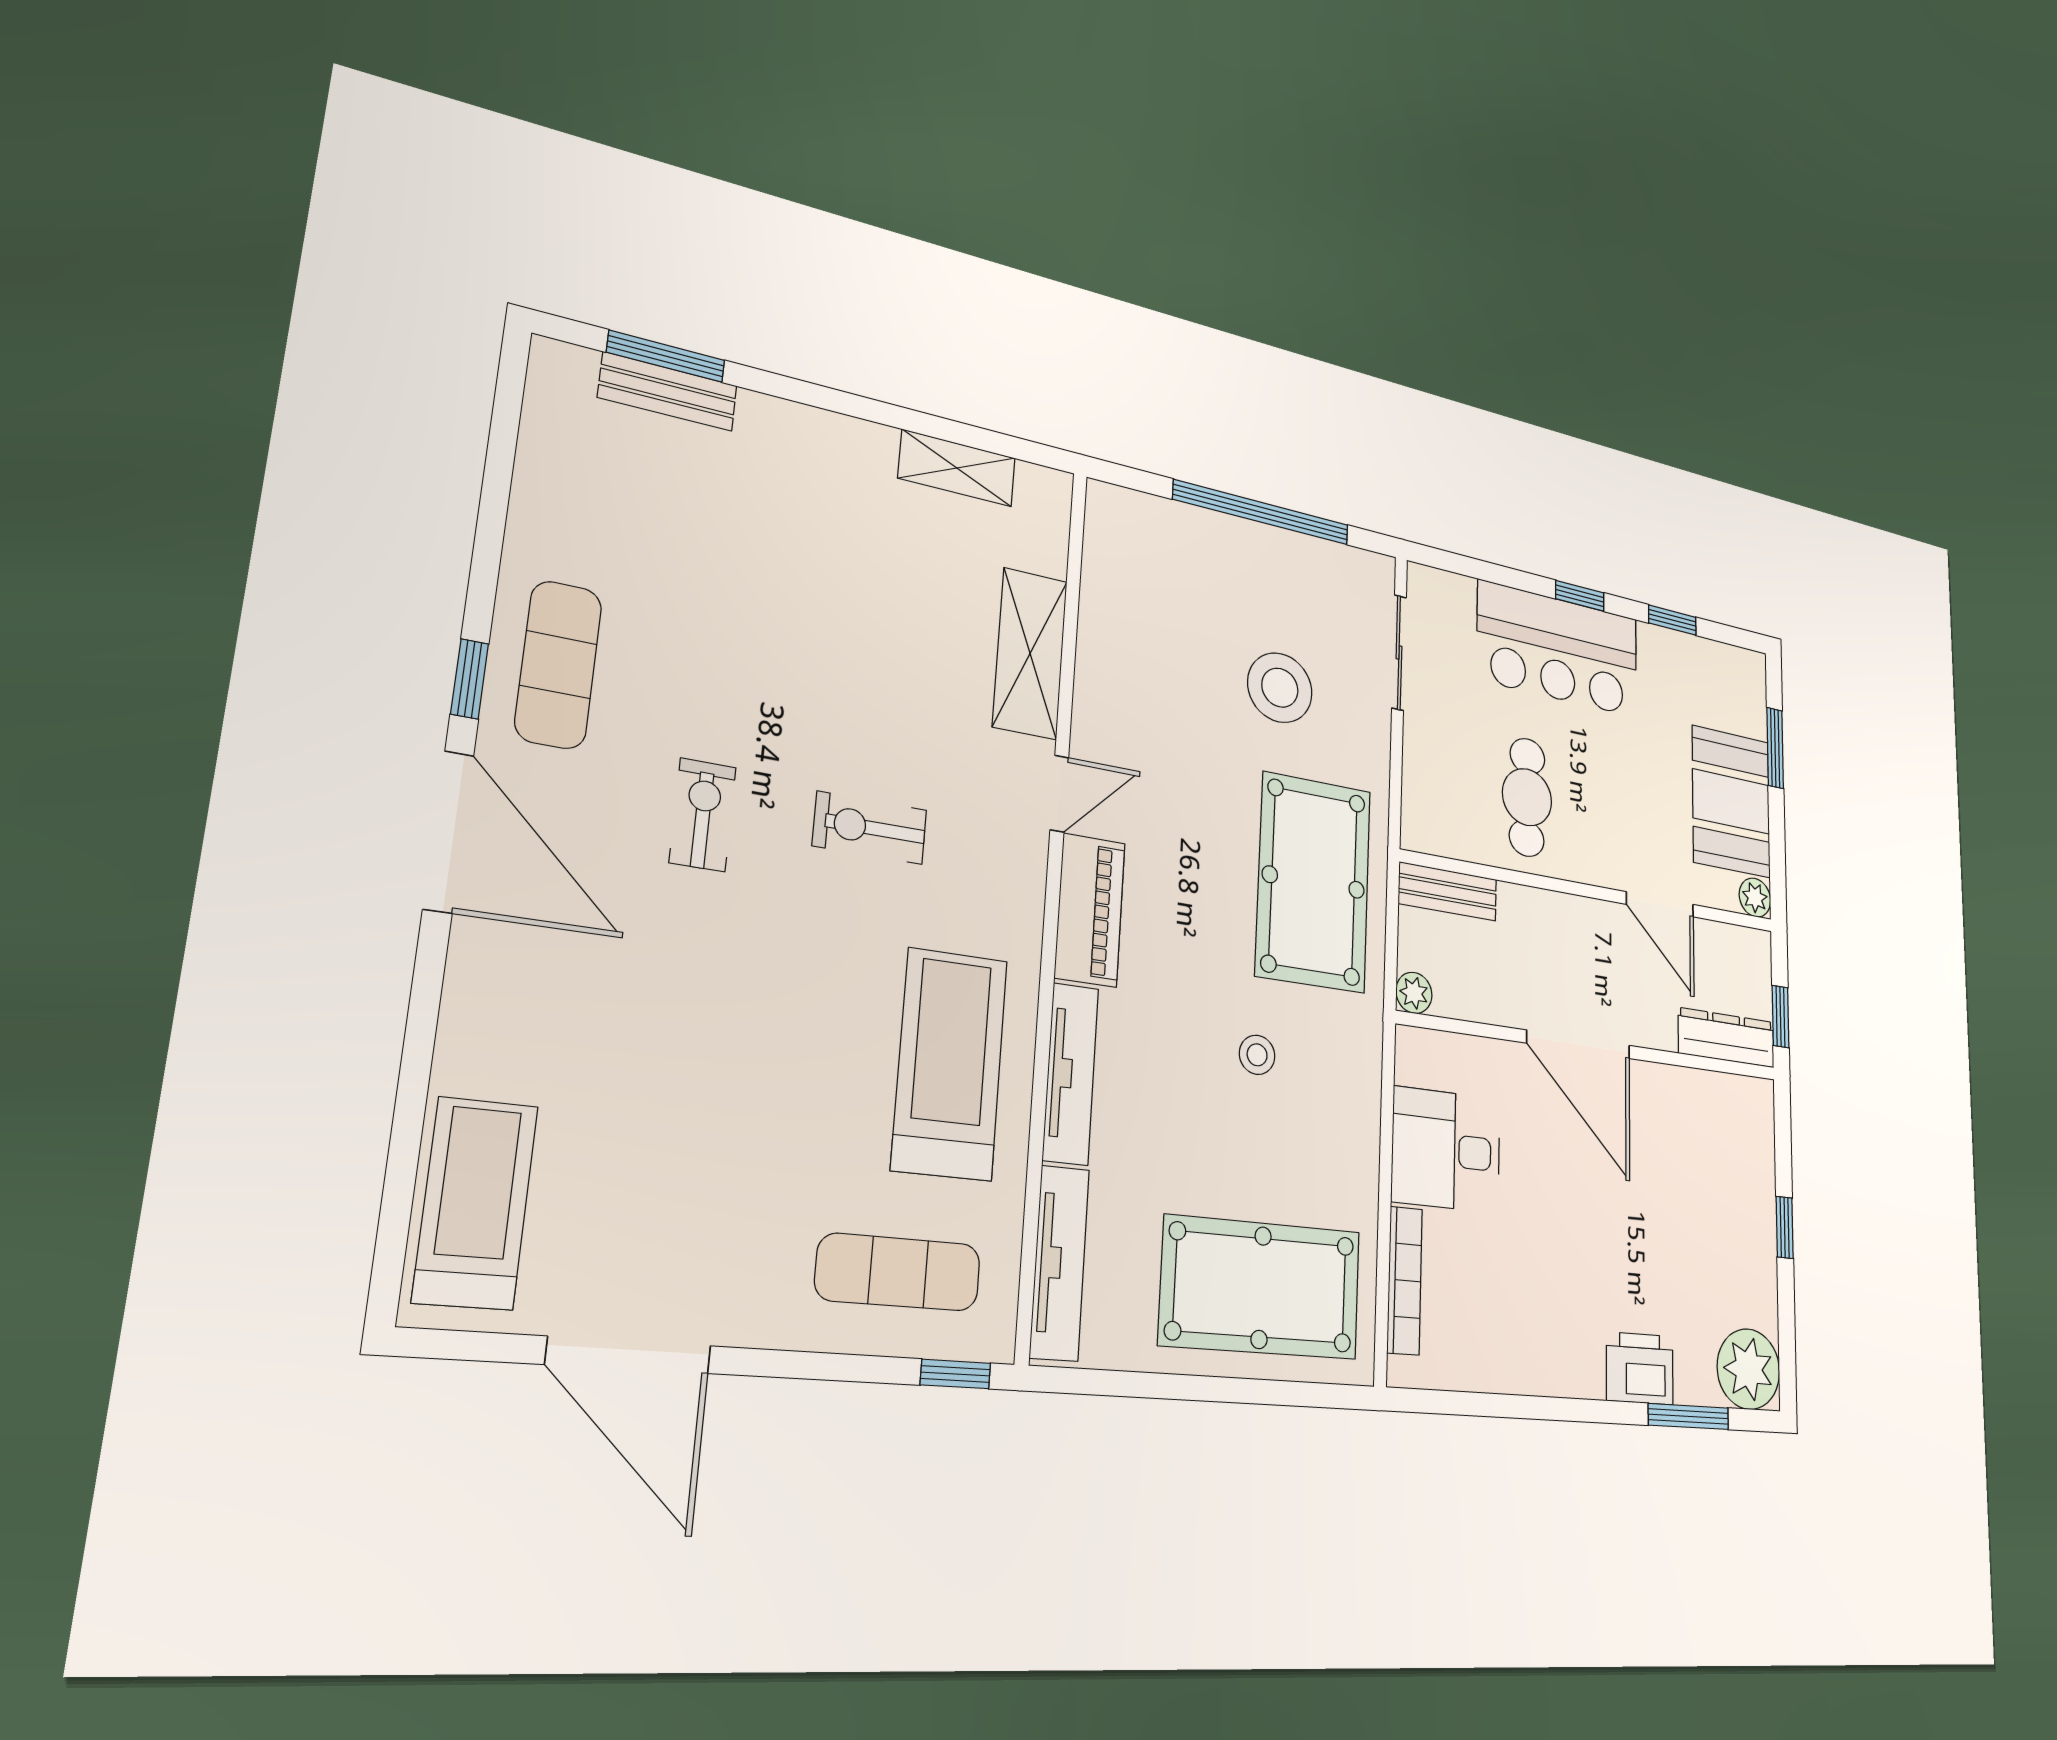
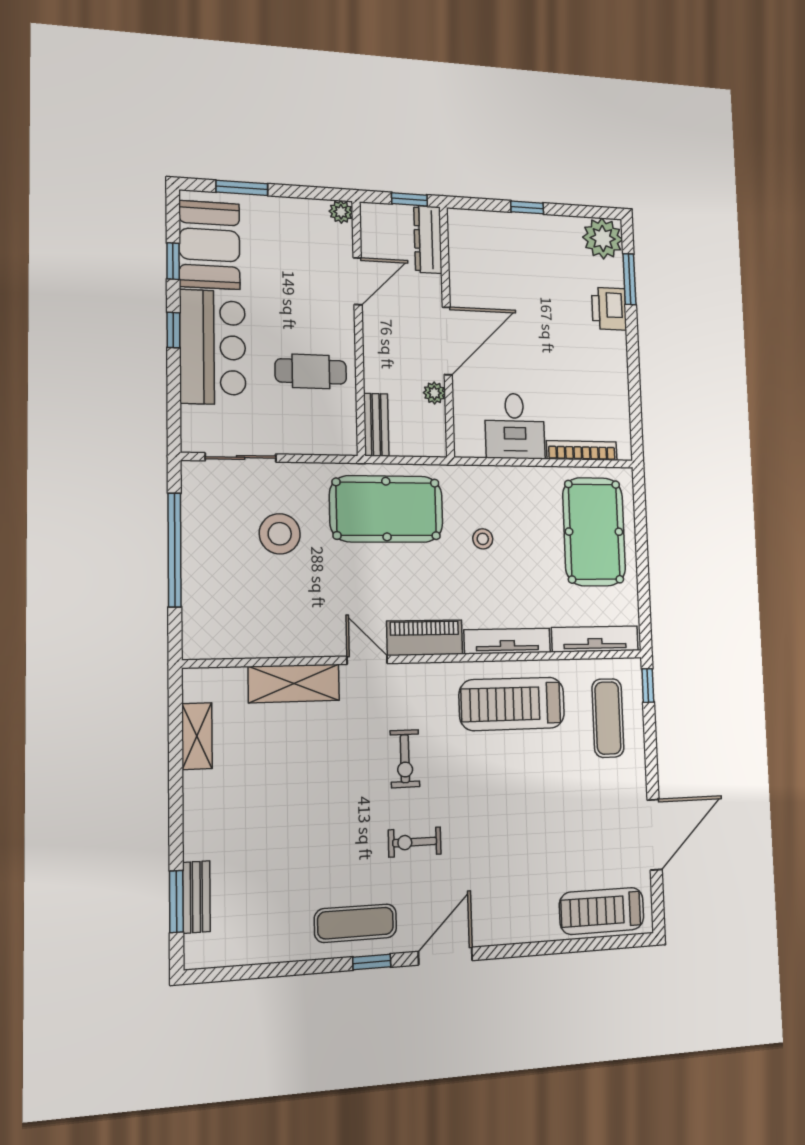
booth: (1731, 802) -> (209, 245), moved, turned 90
door: (448, 832) -> (445, 956), width x0.73
plant: (1414, 993) -> (434, 393), moved

